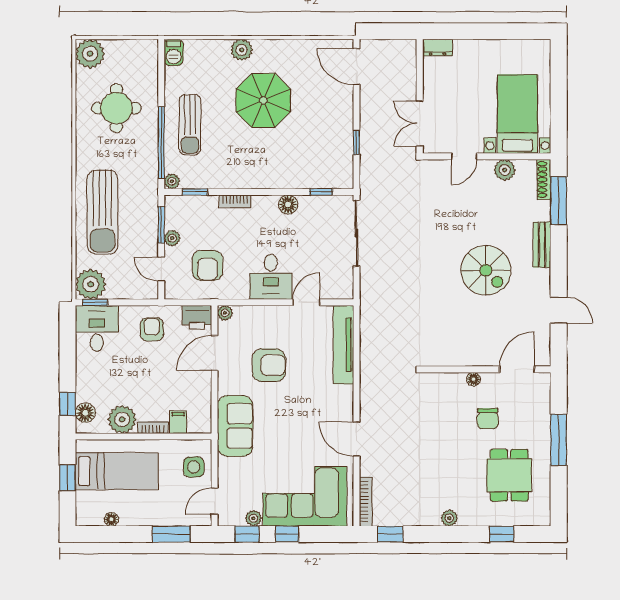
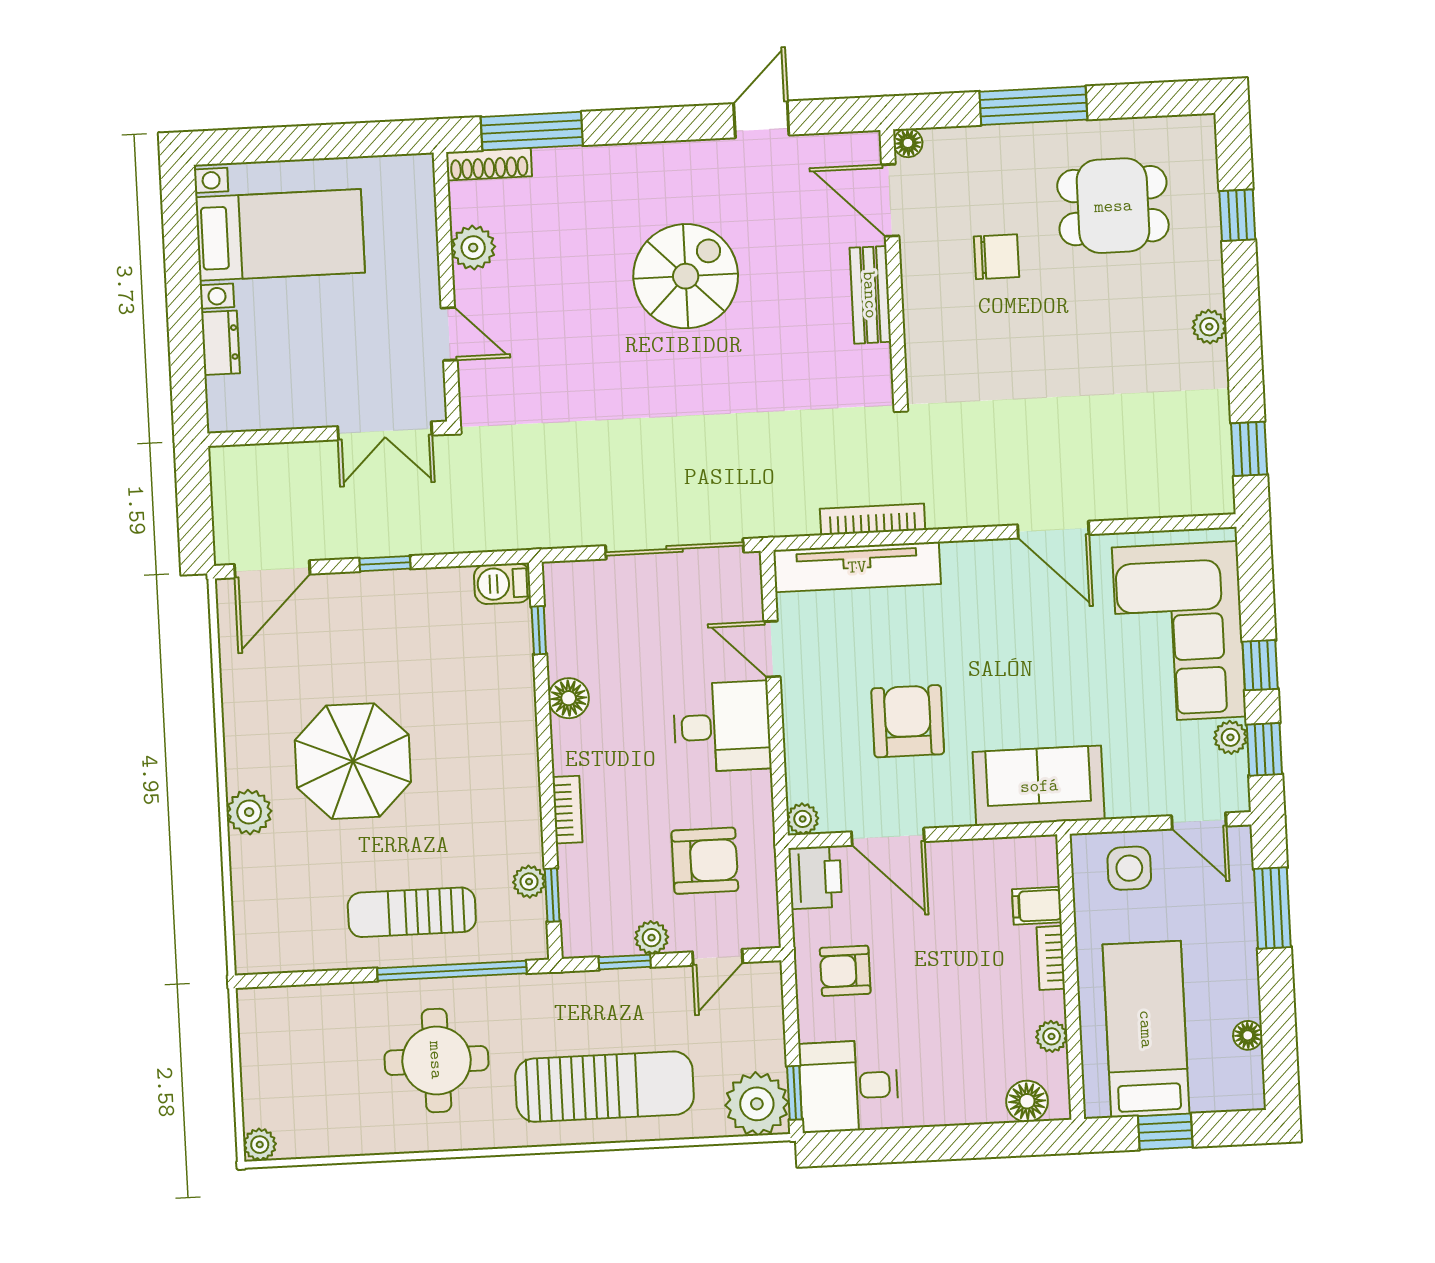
dresser: (438, 48) -> (220, 343), moved
barbecue: (174, 52) -> (502, 584), moved, turned 180
plant: (90, 54) -> (260, 1145), width x0.53, depth x0.53
round table: (116, 108) -> (436, 1060), moved
bed with nightstands: (517, 114) -> (280, 235), moved, turned 180
sun lounger: (190, 125) -> (412, 912), turned 180
window: (356, 142) -> (385, 564), moved
plant: (172, 181) -> (529, 882), moved
window: (161, 225) -> (625, 962), width x0.67
sliding door: (356, 233) -> (675, 549), moved
bench: (542, 245) -> (870, 295), moved, turned 90
floor lamp: (473, 379) -> (908, 143), moved
window: (68, 404) -> (1010, 1139), removed
plant: (122, 419) -> (1052, 1036), width x0.53, depth x0.53
door: (356, 439) -> (1053, 530), hinge flipped
bookcase: (366, 501) -> (873, 519), moved

